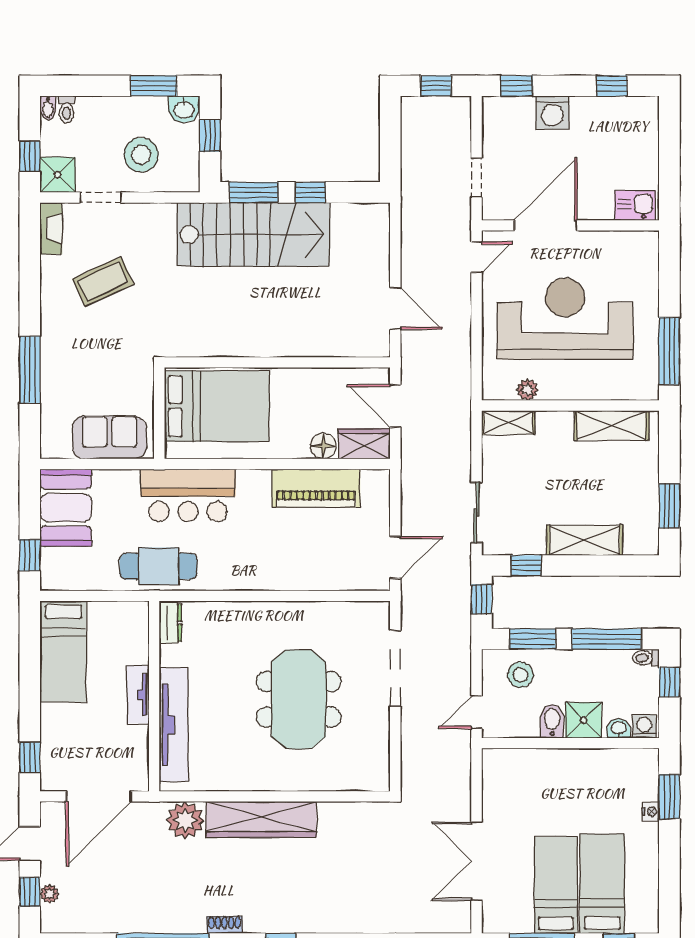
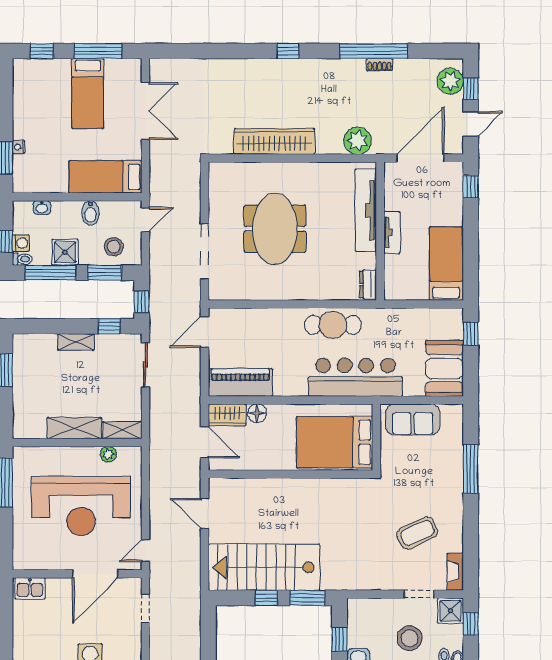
stool: (141, 155) -> (410, 638), moved
stairs: (253, 234) -> (264, 567), moved
shelving: (611, 426) -> (74, 428), moved
piano: (316, 488) -> (240, 383), moved
bar counter: (188, 495) -> (355, 377), width x1.36
shelving: (585, 540) -> (76, 342), width x0.67, depth x0.75
cafe table: (158, 566) -> (333, 325), moved
shower: (584, 720) -> (65, 252), moved
washing machine: (644, 726) -> (21, 243), moved, turned -90
wardrobe: (261, 819) -> (274, 141), moved
bed: (602, 884) -> (105, 177), moved, turned 90
plant: (49, 894) -> (450, 81), width x1.87, depth x1.87
shoe rack: (225, 925) -> (380, 65), moved

